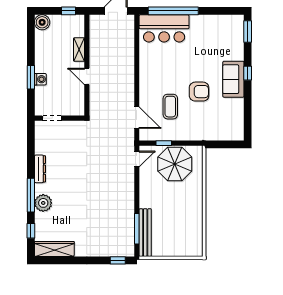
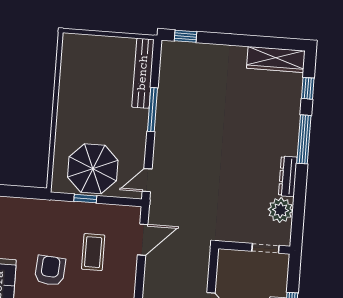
armchair: (199, 92) -> (50, 271), turned 94
door: (137, 118) -> (143, 240), swing flipped
window: (164, 143) -> (85, 199), moved
plant: (43, 203) -> (280, 210), moved
window: (137, 229) -> (153, 110), moved

